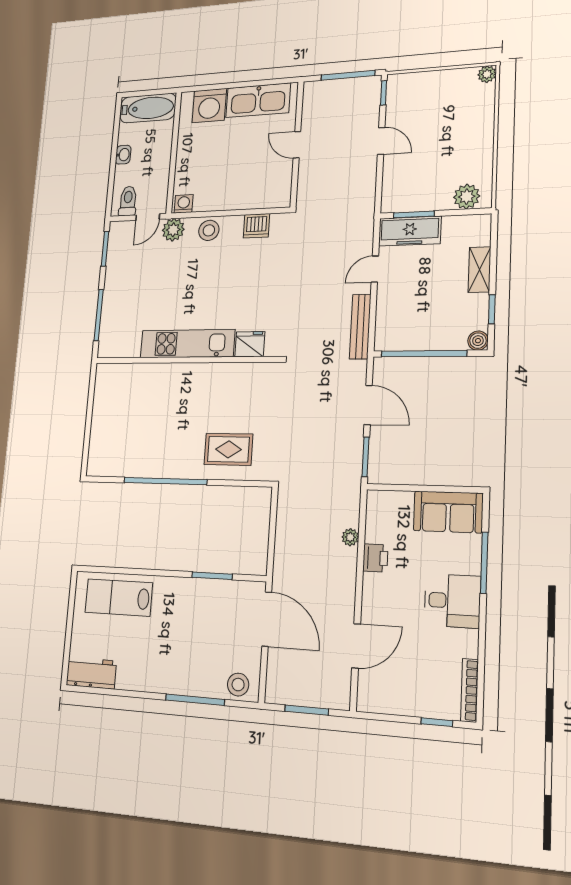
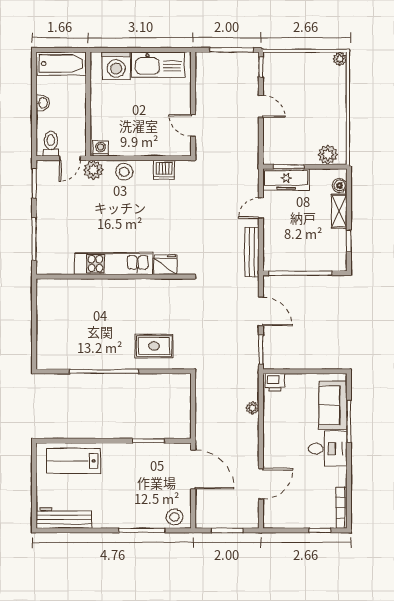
door: (297, 145) -> (193, 125), moved
boiler: (478, 341) -> (340, 185), moved
sofa: (448, 512) -> (333, 405), moved, turned 90
printer: (375, 558) -> (275, 382), moved, turned 90
workbench: (91, 673) -> (64, 518), width x1.38

